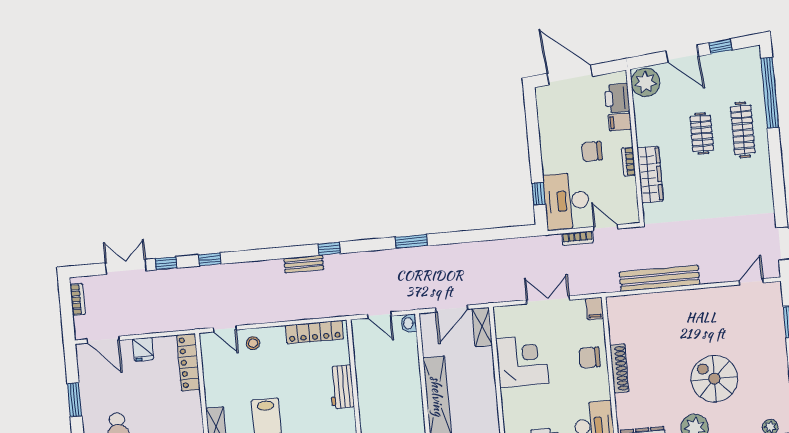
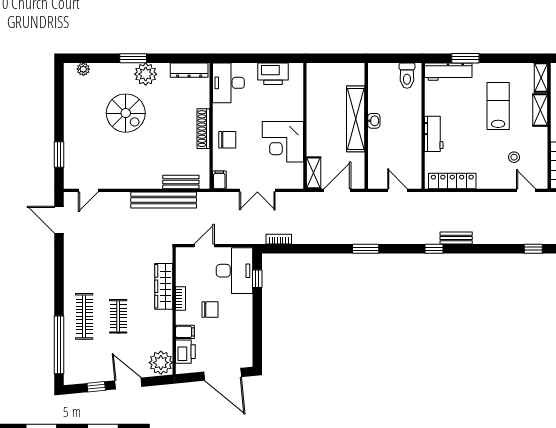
door: (606, 228) -> (204, 246), swing flipped
bookcase: (578, 238) -> (279, 239), moved
bench: (641, 302) -> (181, 182), added
washbasin: (409, 323) -> (374, 121), moved
stool: (253, 343) -> (514, 157), moved

